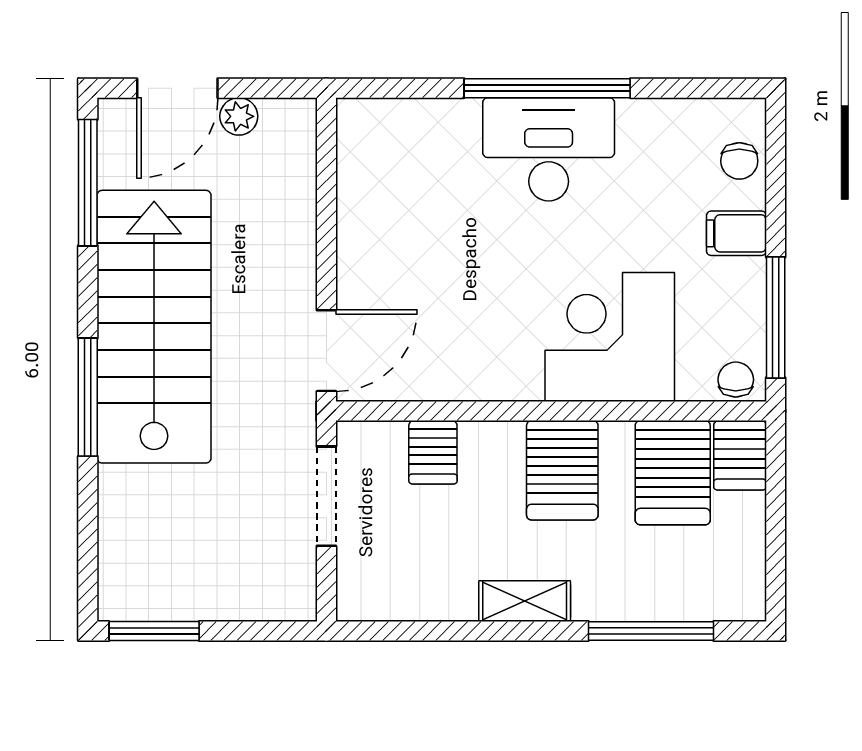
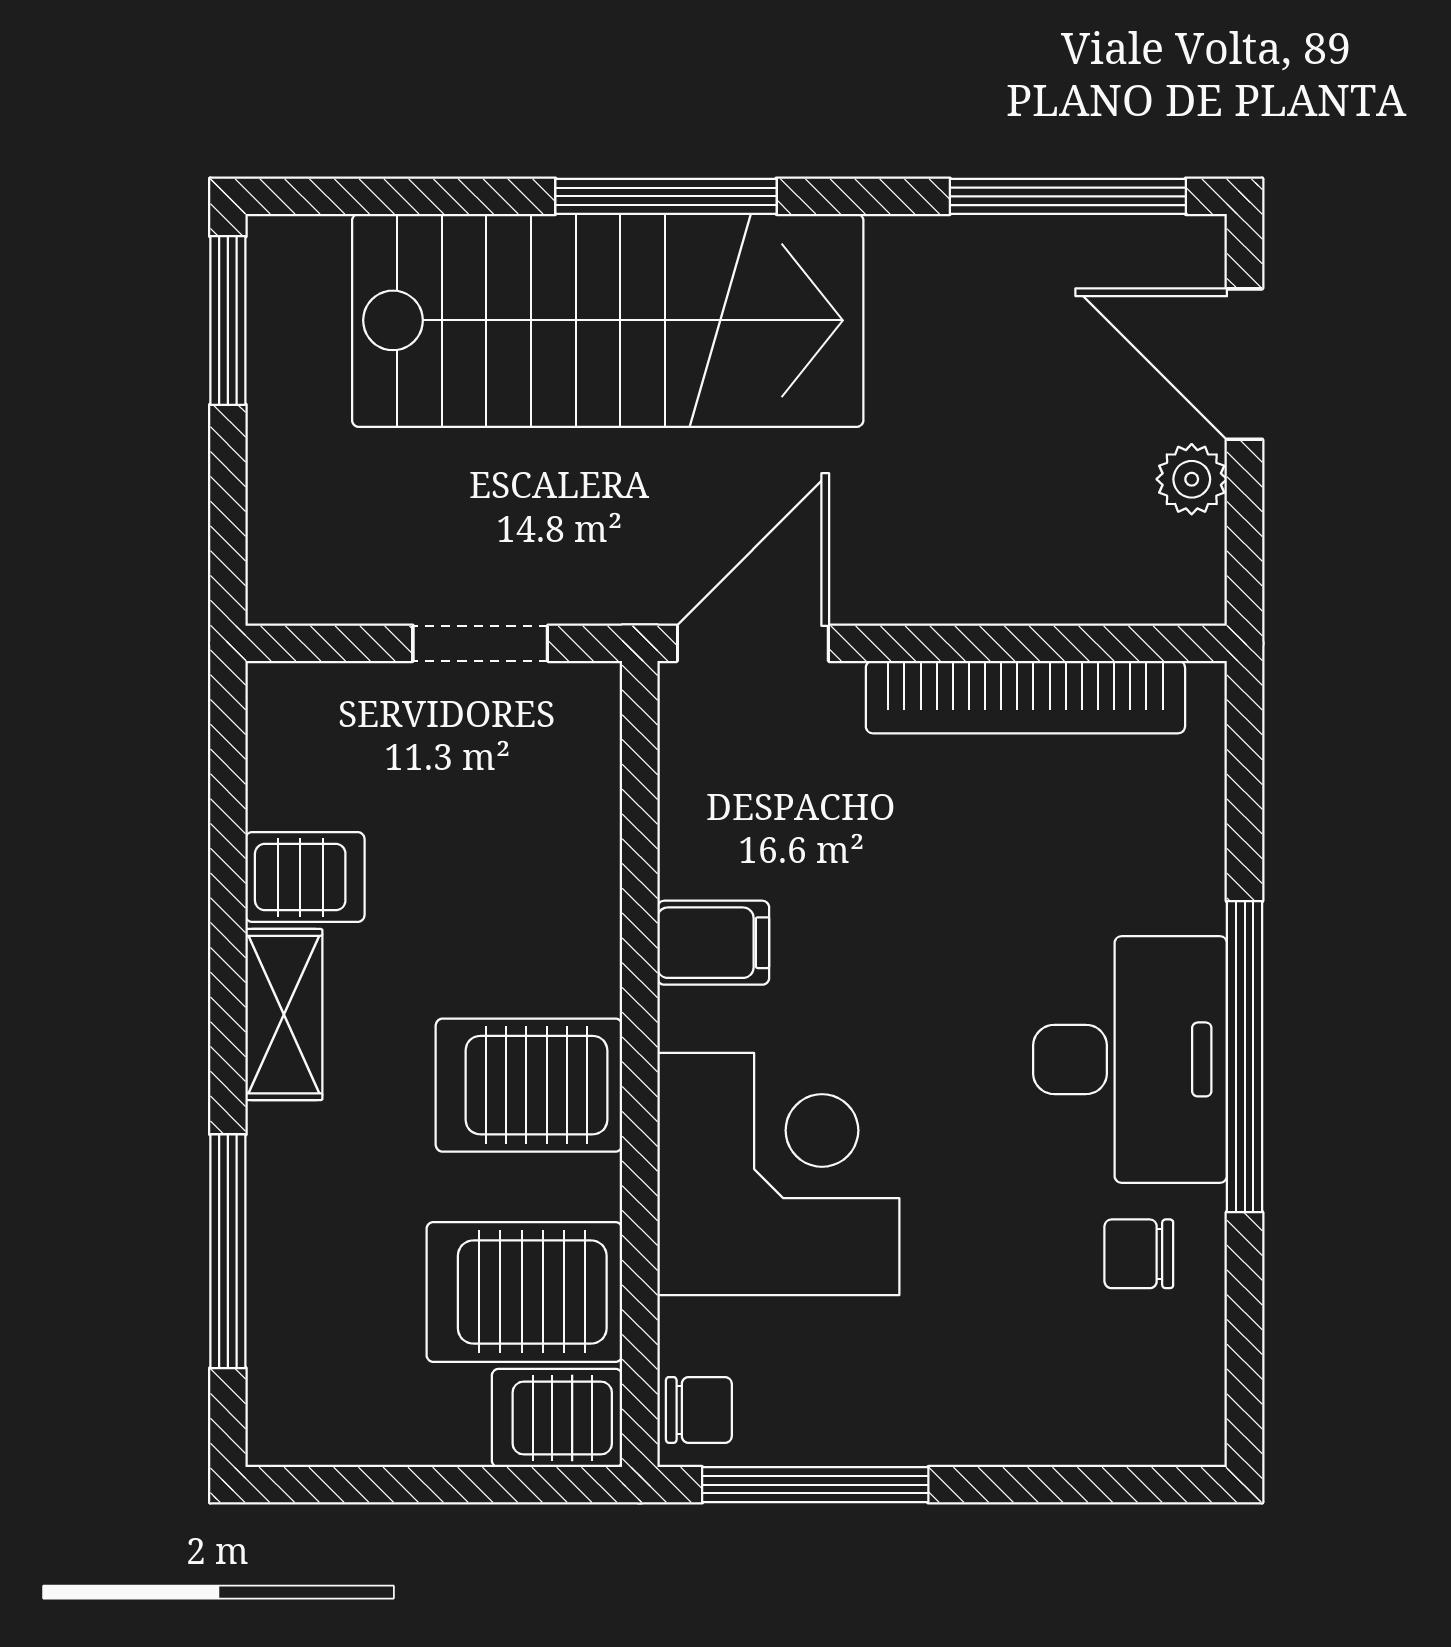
chair: (739, 161) -> (1139, 1254), moved
bookcase: (355, 205) -> (1025, 697), added
filing cabinet: (736, 233) -> (713, 943), moved, turned 90
stairs: (154, 327) -> (608, 320), moved
door: (326, 351) -> (753, 643), swing flipped
server rack: (433, 452) -> (305, 877), moved, turned 180
doorway: (326, 496) -> (480, 643), width x0.73

